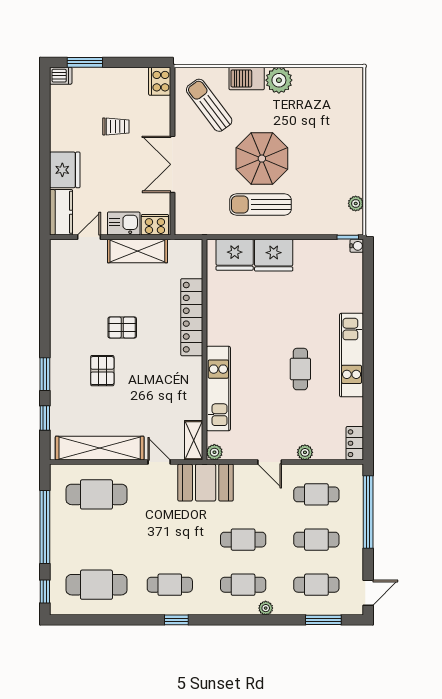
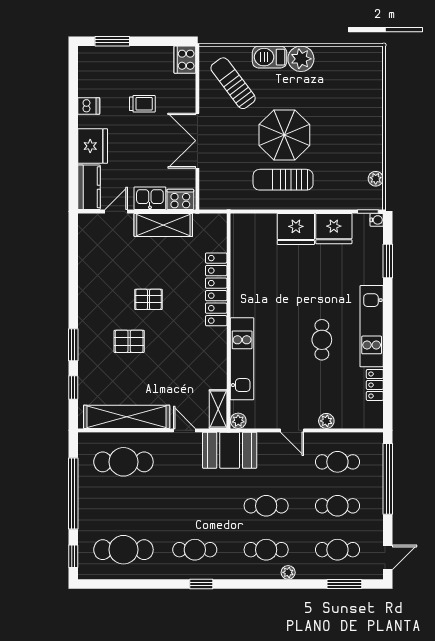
dishwasher: (61, 76) -> (89, 106), moved
fridge: (235, 255) -> (334, 229), moved
window: (368, 288) -> (388, 261), added
pallet: (102, 371) -> (129, 341), turned 90
locker: (355, 443) -> (375, 385), moved

